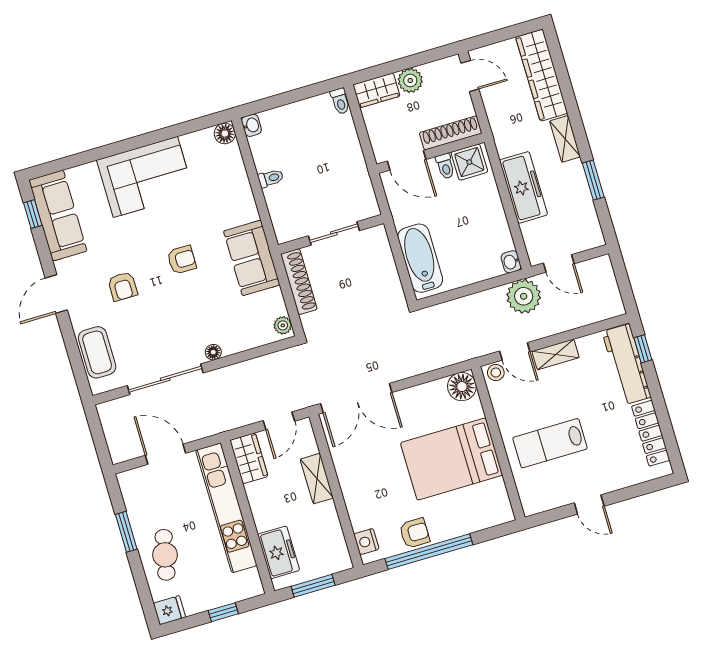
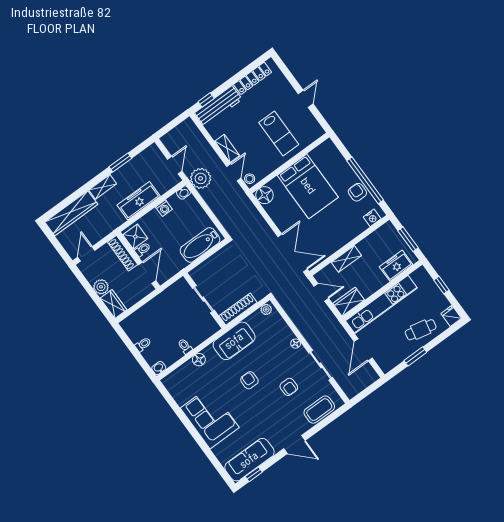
toilet: (340, 101) -> (143, 344), moved
floor lamp: (225, 134) -> (199, 360), moved
washing machine: (498, 222) -> (164, 208), added
armchair: (123, 286) -> (289, 387), moved, turned 90
sliding door: (165, 379) -> (321, 365), width x0.73

